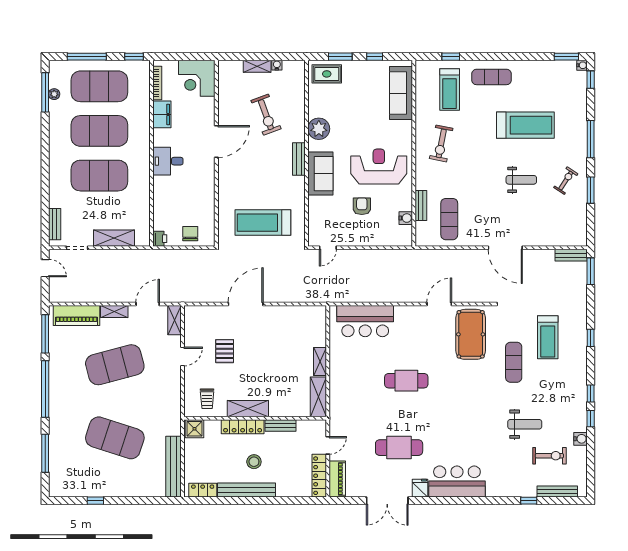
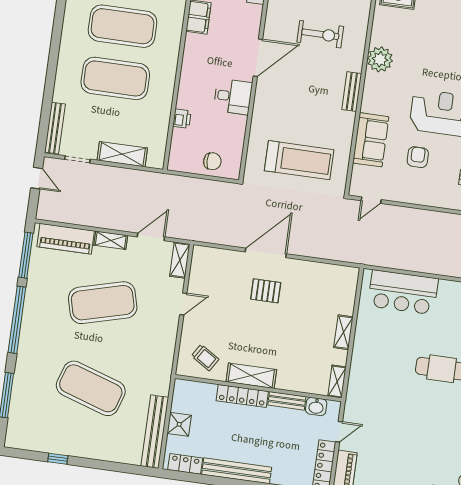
exercise bike: (266, 115) -> (320, 34), turned -70
desk: (168, 161) -> (233, 97), moved, turned 180
sofa: (320, 174) -> (371, 140), moved
treadmill: (263, 223) -> (299, 160), turned 180
bench: (55, 224) -> (55, 128), width x1.36
chair: (190, 234) -> (212, 161), turned 90
printer: (160, 239) -> (182, 119), moved
pallet: (225, 351) -> (266, 291), moved, turned 90
shelving: (318, 397) -> (337, 381), width x0.67, depth x0.75
trolley: (207, 399) -> (205, 358), turned -58
washbasin: (306, 427) -> (316, 407), added
shower: (194, 429) -> (179, 424), moved
cafe table: (399, 448) -> (422, 446), removed
stool: (254, 462) -> (250, 439), removed

